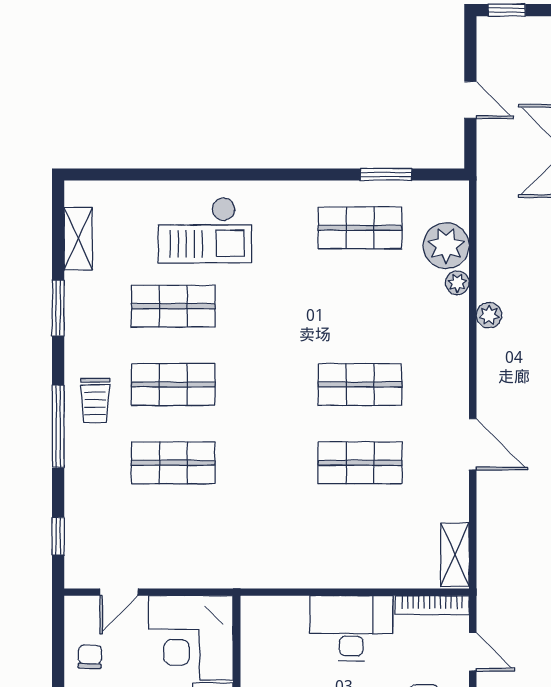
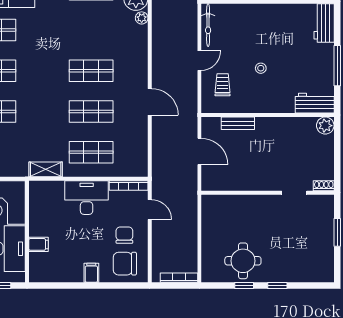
plant: (489, 315) -> (158, 35), removed
shop shelf: (360, 541) -> (91, 152), added
shelving: (455, 555) -> (46, 169), moved, turned 90

